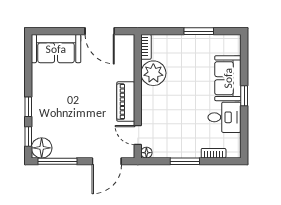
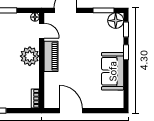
sofa: (56, 49) -> (113, 71), moved, turned -90
plant: (153, 73) -> (30, 56), moved
window: (57, 161) -> (104, 10), width x0.69

